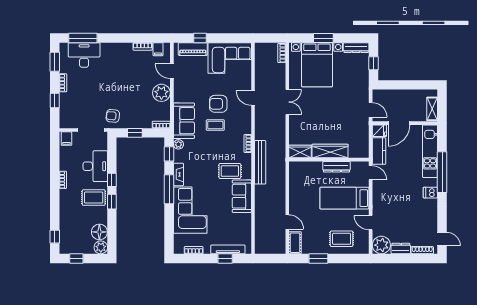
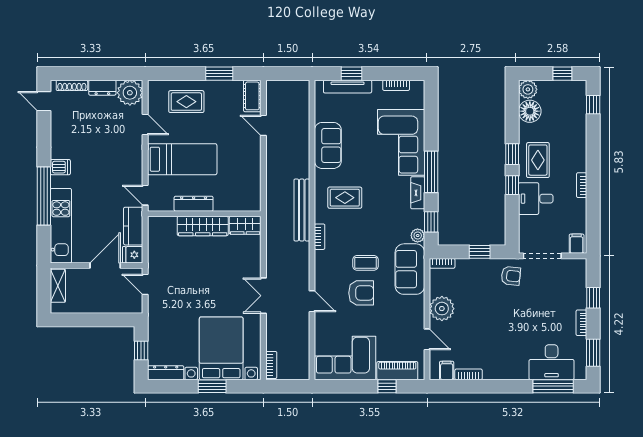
desk: (95, 166) -> (536, 199), width x0.73
sofa: (242, 196) -> (328, 145), moved
rug: (94, 198) -> (538, 160), turned 90

